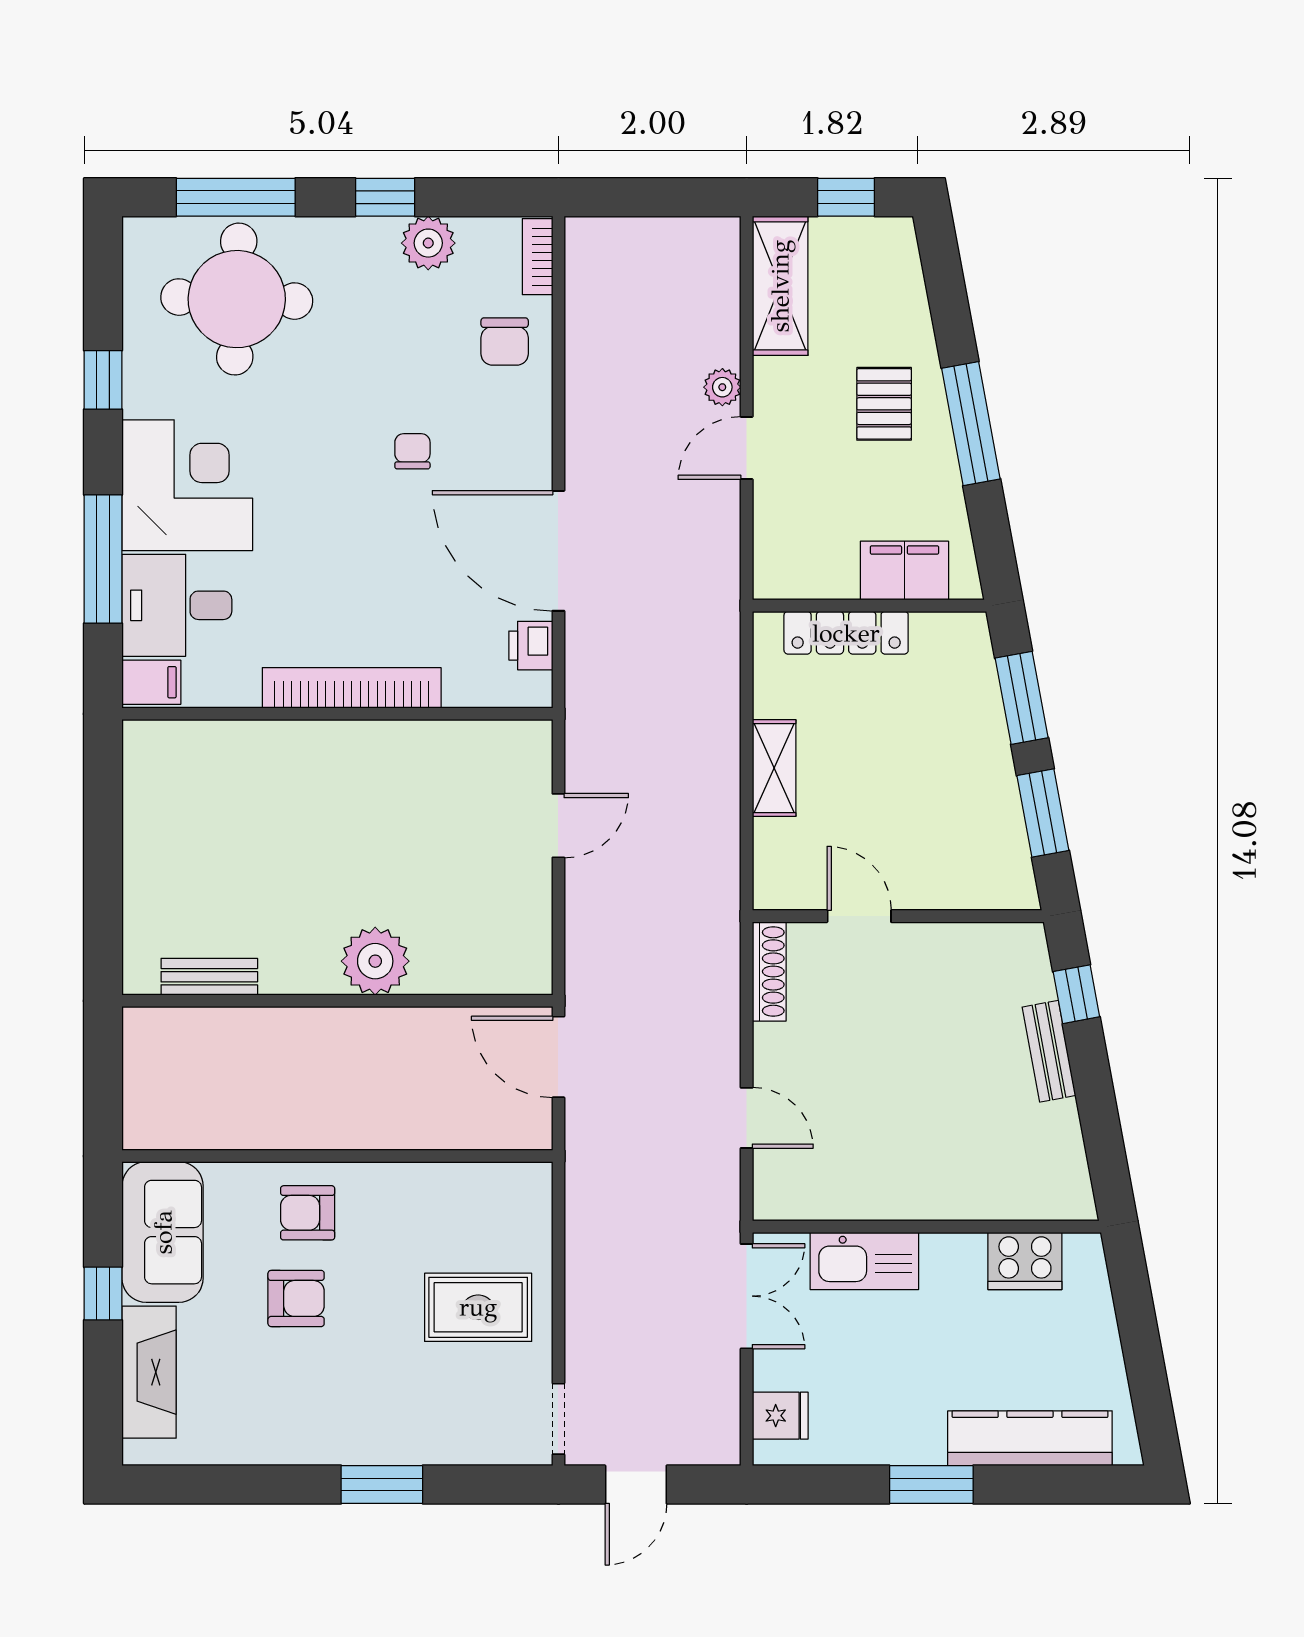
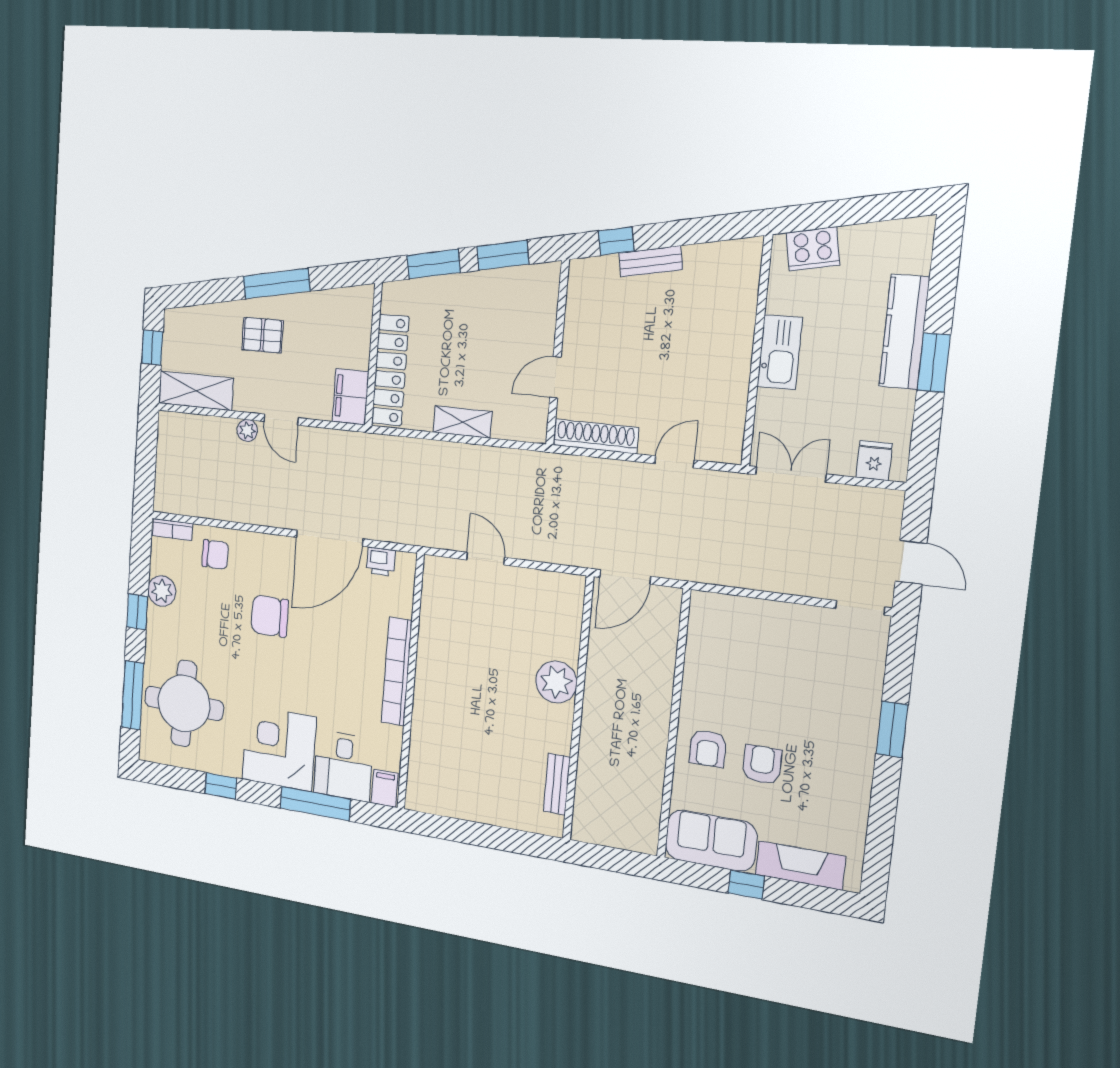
chair: (412, 451) -> (270, 616), width x1.87, depth x1.87
filing cabinet: (904, 571) -> (351, 397), moved
locker: (846, 633) -> (390, 370), width x1.41, depth x1.21
shoe rack: (769, 971) -> (596, 436), width x1.36, depth x1.24
kitchen sink: (864, 1261) -> (780, 352), moved
cooker: (1025, 1261) -> (813, 249), moved, turned 80
rug: (478, 1307) -> (780, 650), removed
kitchen counter: (1030, 1438) -> (904, 332), moved

